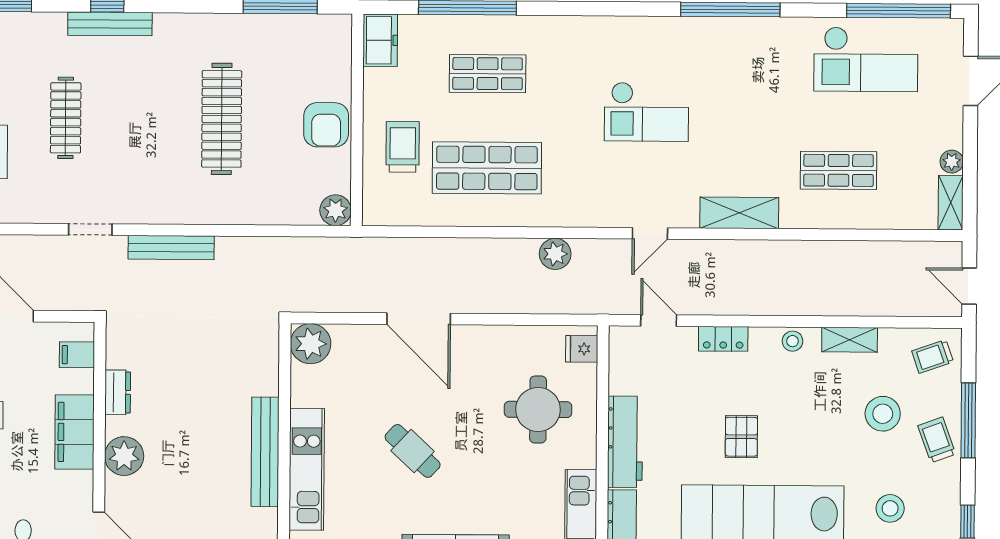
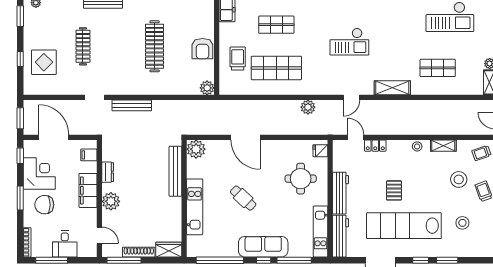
locker: (723, 339) -> (375, 146), moved
bench: (265, 452) -> (175, 171), moved

